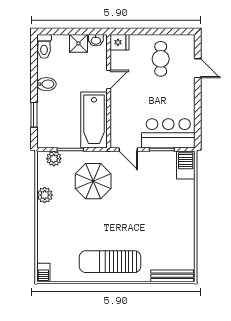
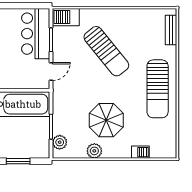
parasol: (93, 181) -> (106, 120), moved
sun lounger: (150, 208) -> (106, 51), added
barbecue: (43, 272) -> (140, 152), moved
bench: (172, 276) -> (171, 30), width x0.73

